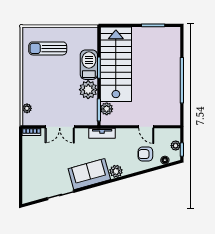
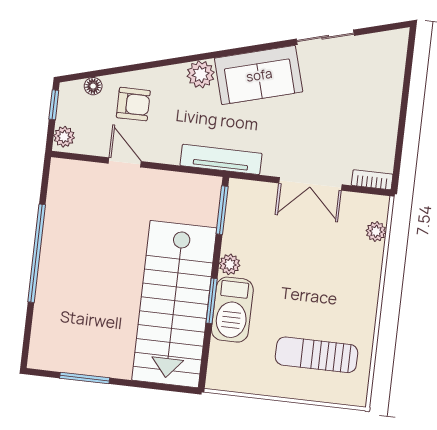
sun lounger: (48, 48) -> (317, 355), turned 180
plant: (88, 90) -> (230, 264), width x0.53, depth x0.53
plant: (107, 109) -> (205, 211), removed
double door: (60, 127) -> (310, 184), swing flipped
tv unit: (102, 133) -> (221, 159), width x1.41
plant: (176, 146) -> (64, 137), moved

